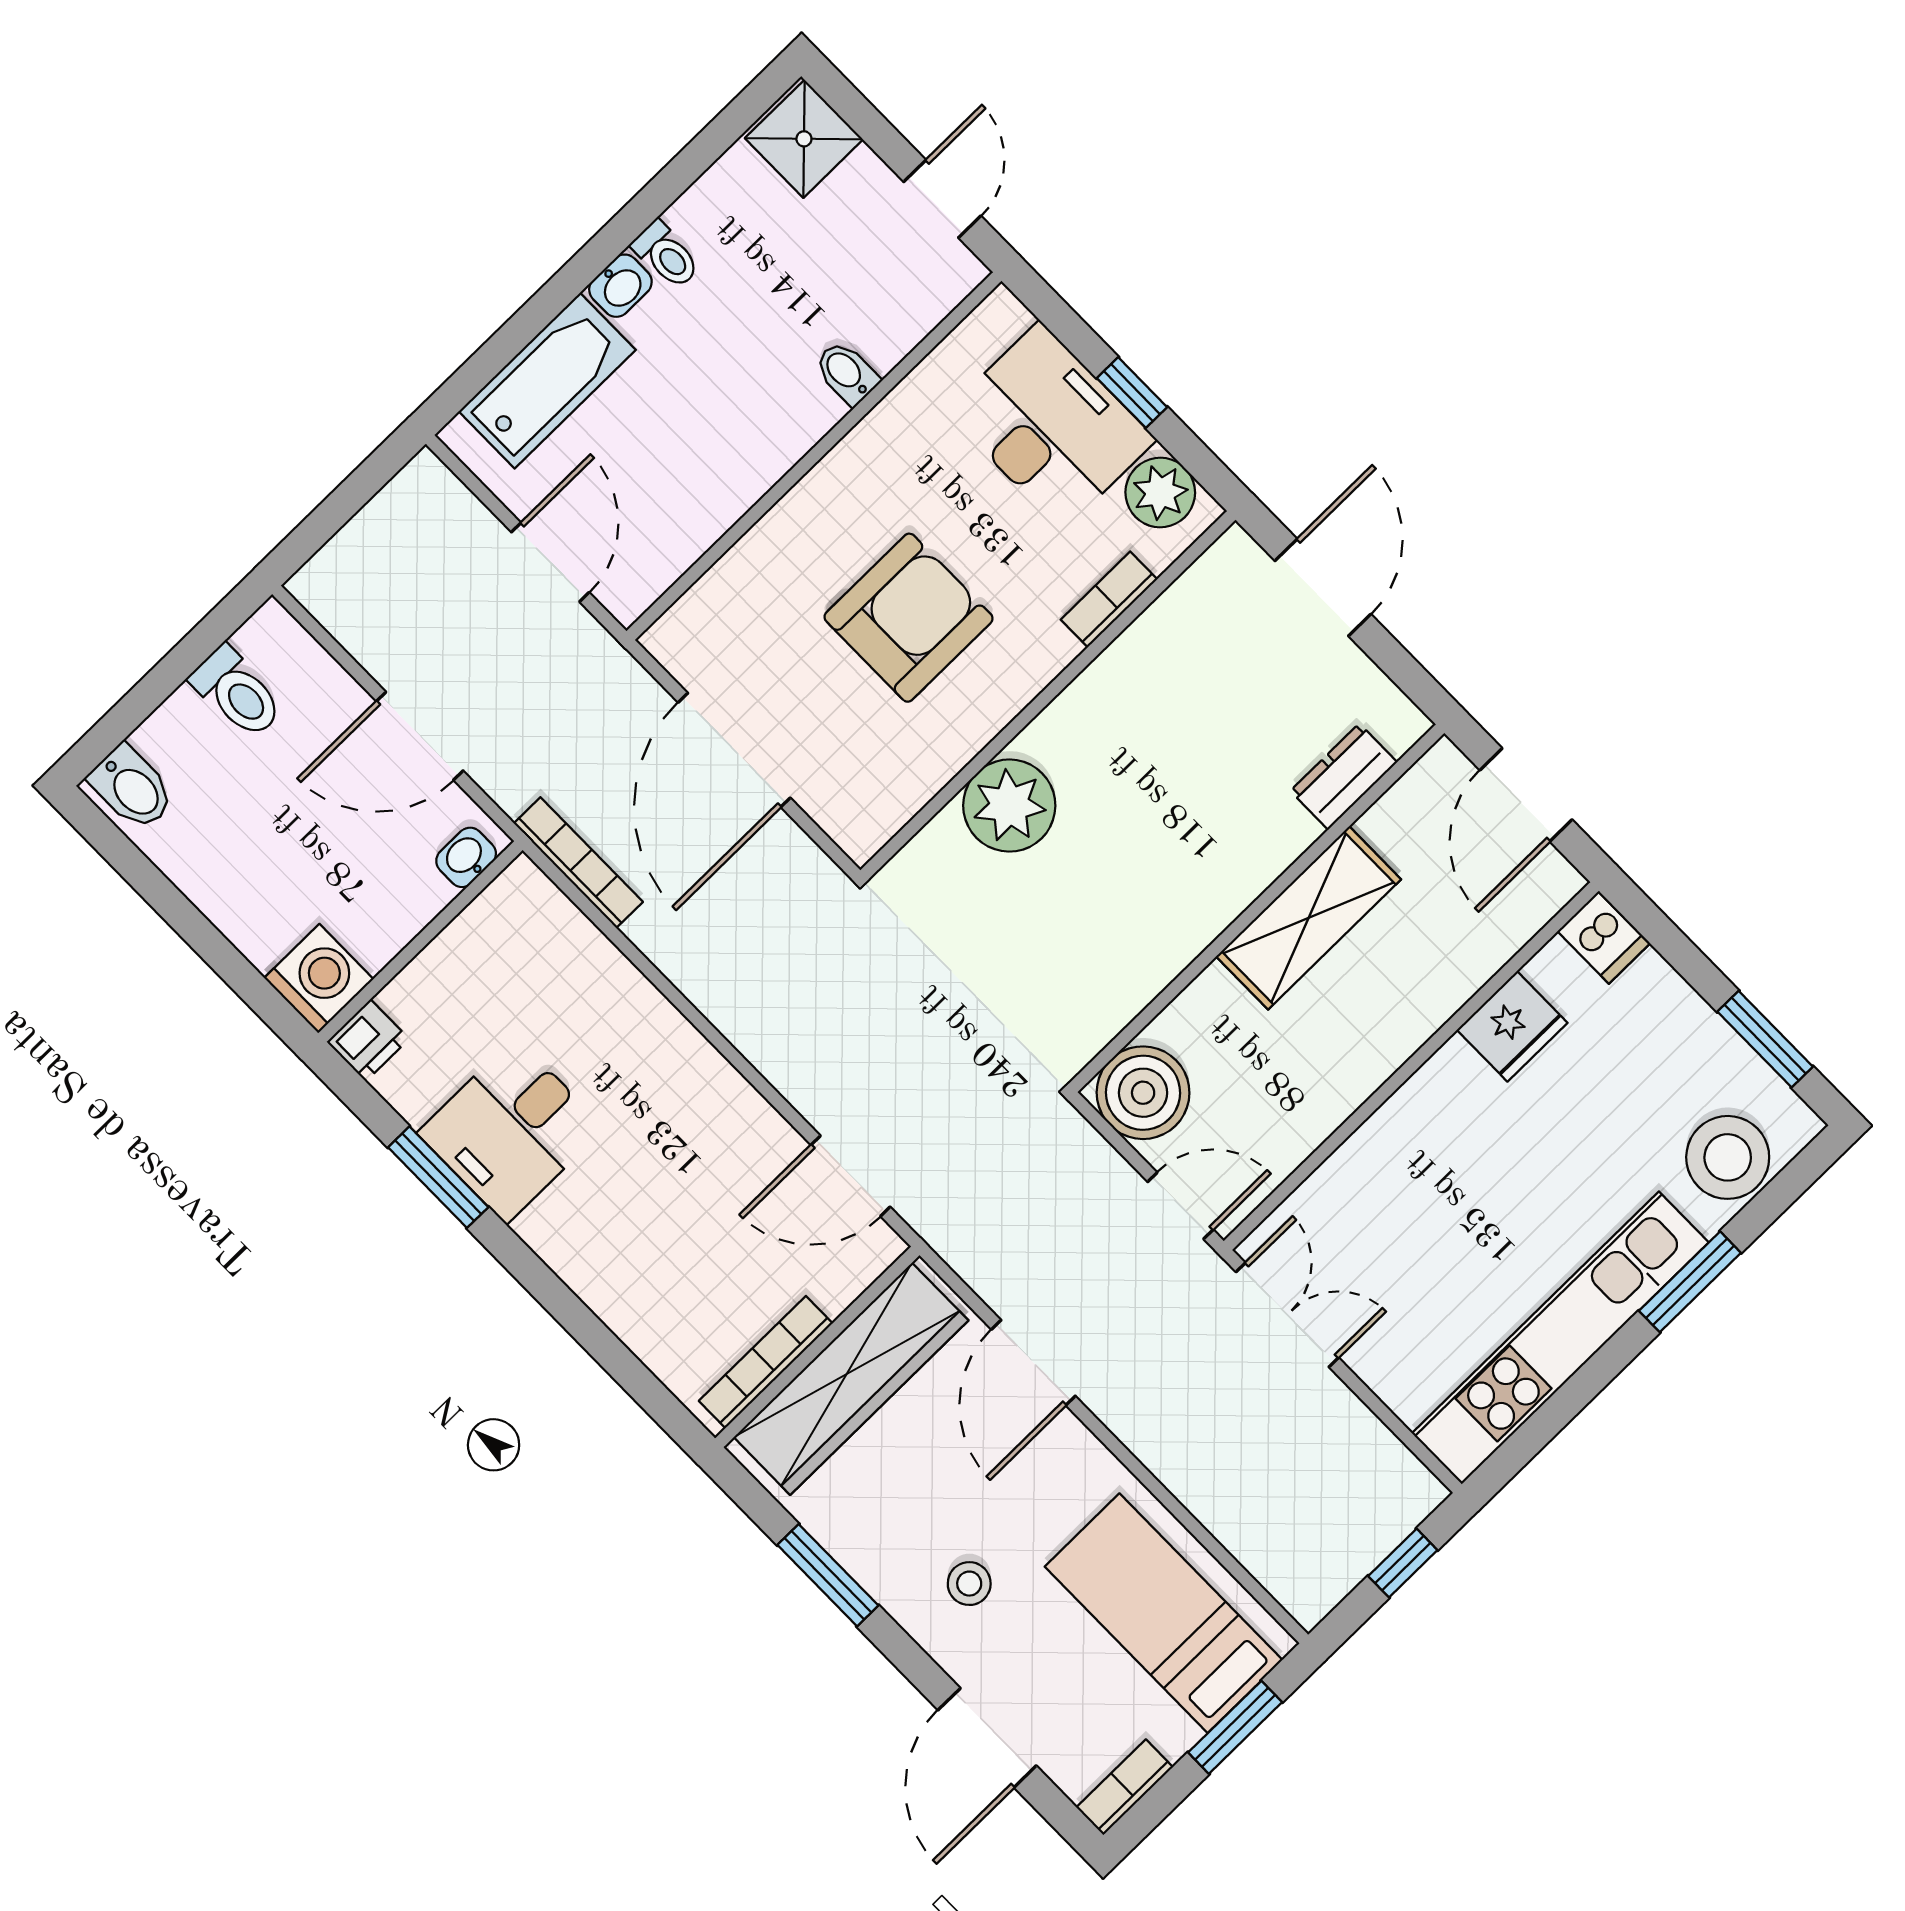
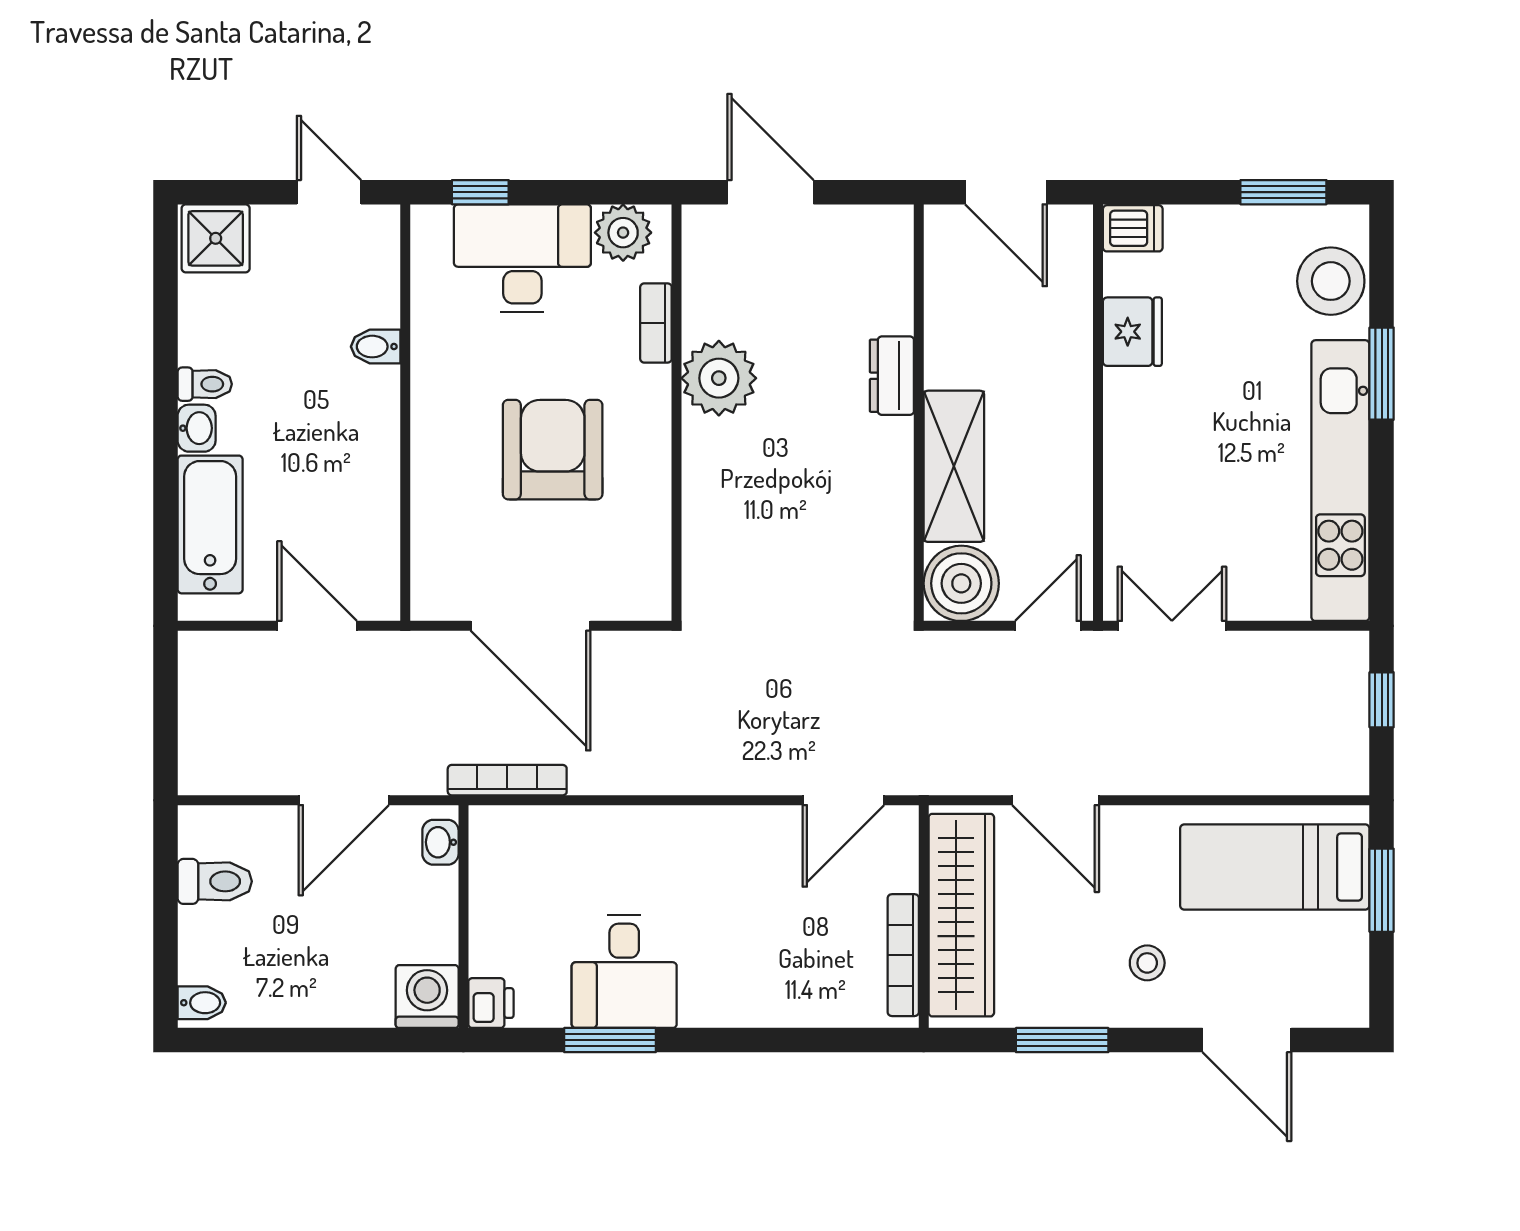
window: (1132, 393) -> (480, 192), moved
dresser: (1344, 777) -> (892, 376), moved
bidet: (132, 788) -> (202, 1003), width x0.72, depth x0.74
plant: (1009, 806) -> (719, 378), moved
shelving: (1309, 918) -> (954, 466), moved
bookcase: (1125, 1787) -> (1354, 988), removed

